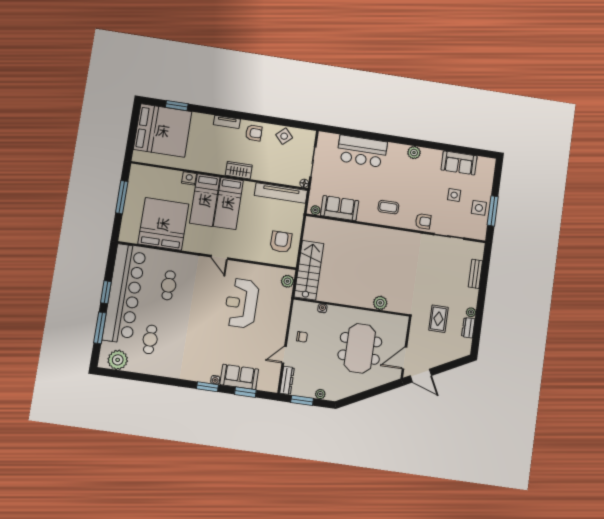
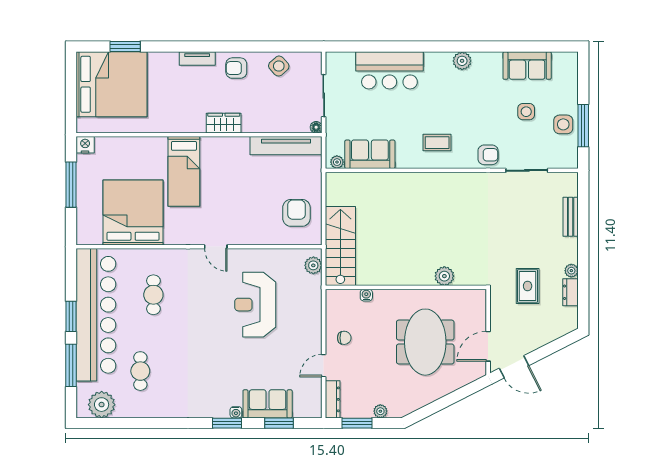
armchair: (254, 133) -> (236, 68), turned 180
nightstand: (189, 178) -> (85, 145), moved
bed: (228, 203) -> (217, 171), removed

